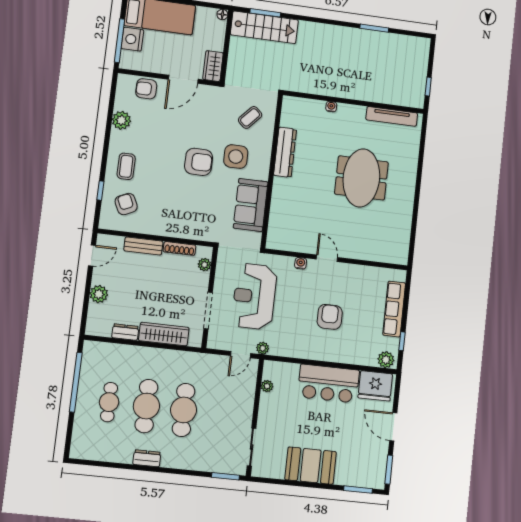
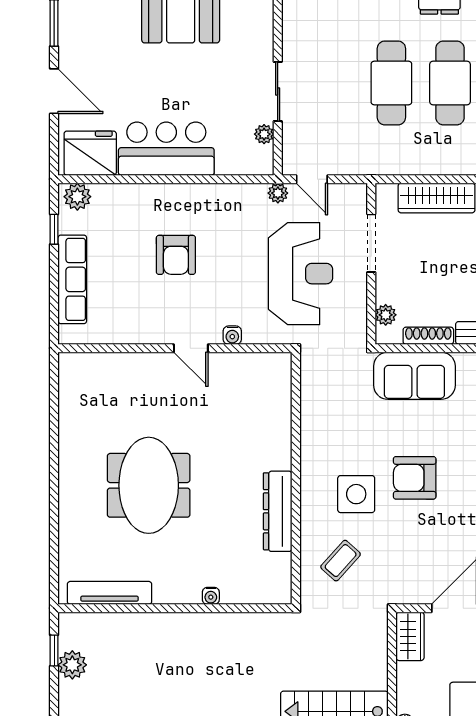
plant: (418, 77) -> (72, 665), added
sofa: (251, 205) -> (414, 376), moved, turned 90
door: (241, 355) -> (312, 179), swing flipped
sliding door: (252, 447) -> (278, 91), moved

